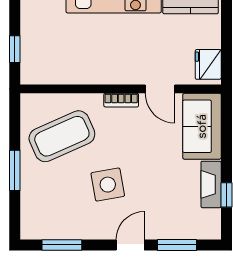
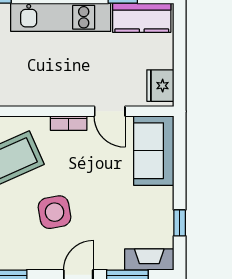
fireplace: (211, 184) -> (149, 260), moved, turned 90

